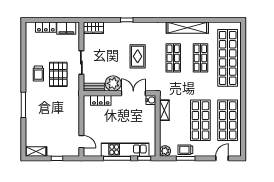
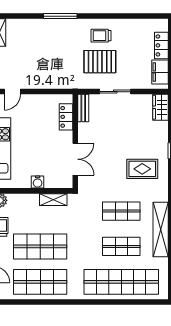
rug: (138, 56) -> (142, 169), moved
plant: (113, 83) -> (88, 133), removed
water cooler: (151, 100) -> (38, 182), moved

